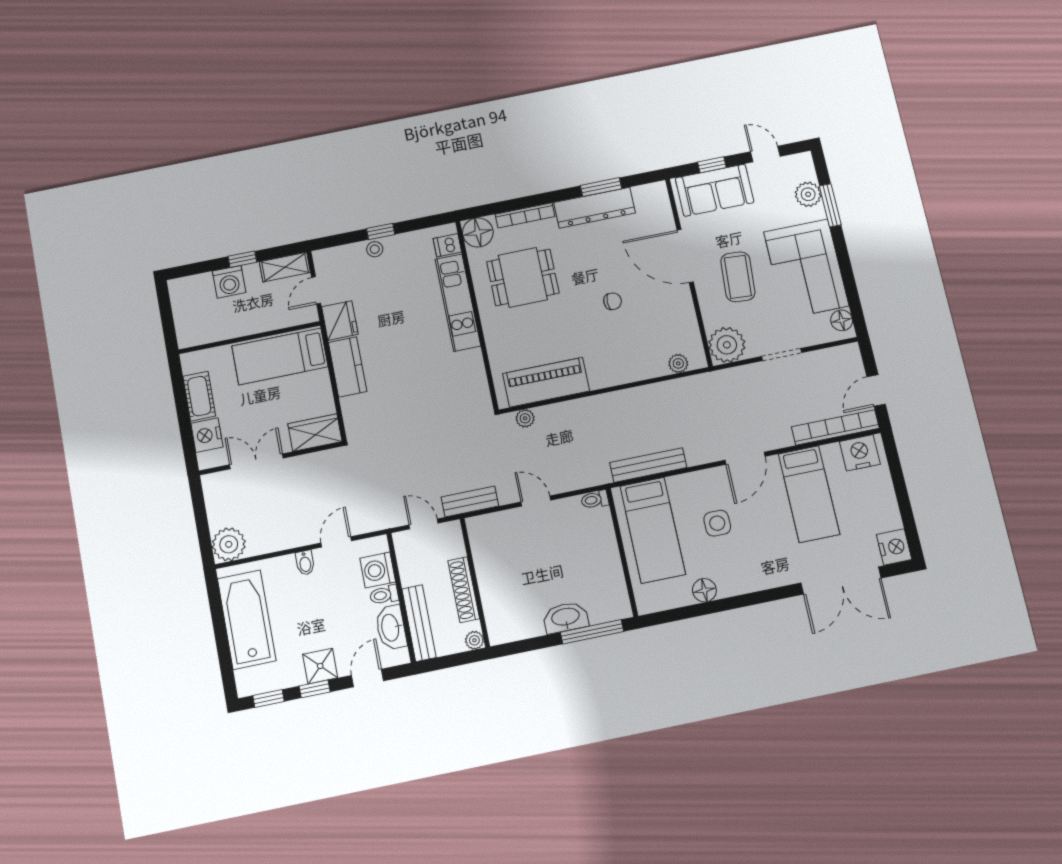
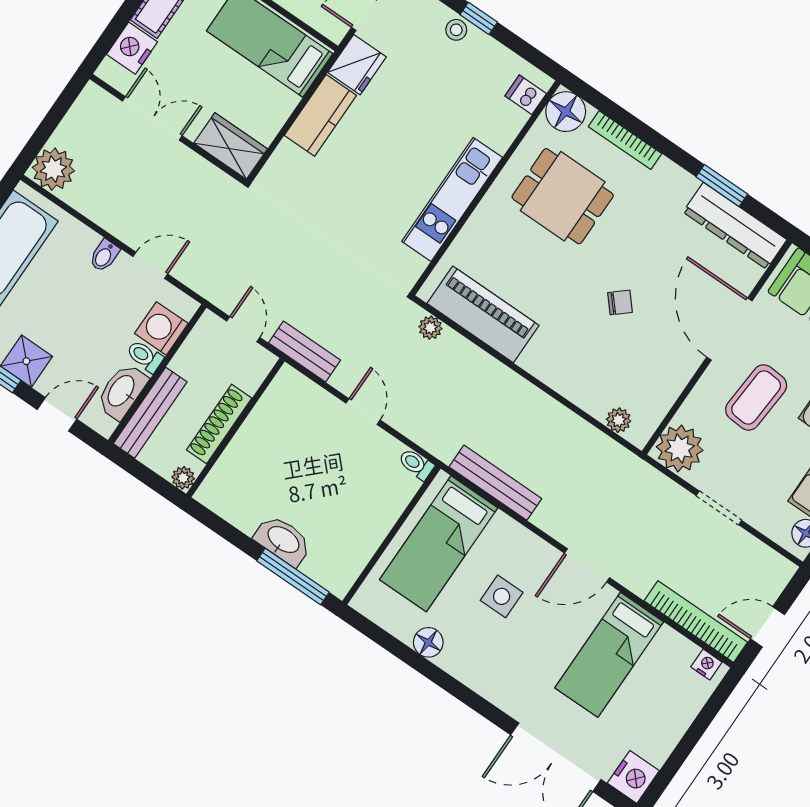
dresser: (595, 208) -> (735, 226), moved
chair: (613, 301) -> (620, 302), turned -41
kitchen unit: (458, 302) -> (452, 199), moved
nightstand: (860, 453) -> (706, 665), width x0.53, depth x0.56

